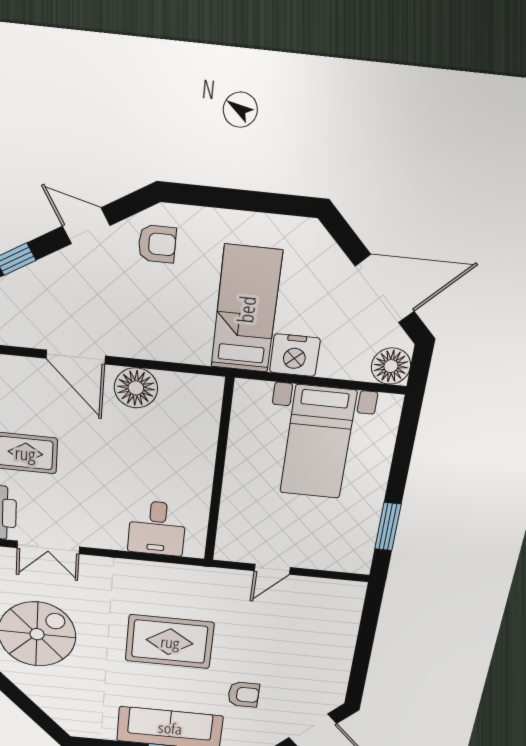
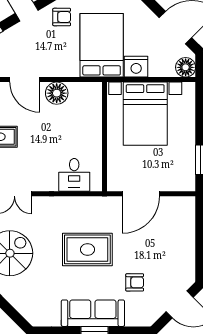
bed: (246, 309) -> (102, 45), width x1.50
bed with nightstands: (318, 442) -> (145, 114), width x1.36
door: (272, 569) -> (141, 194), width x1.87

